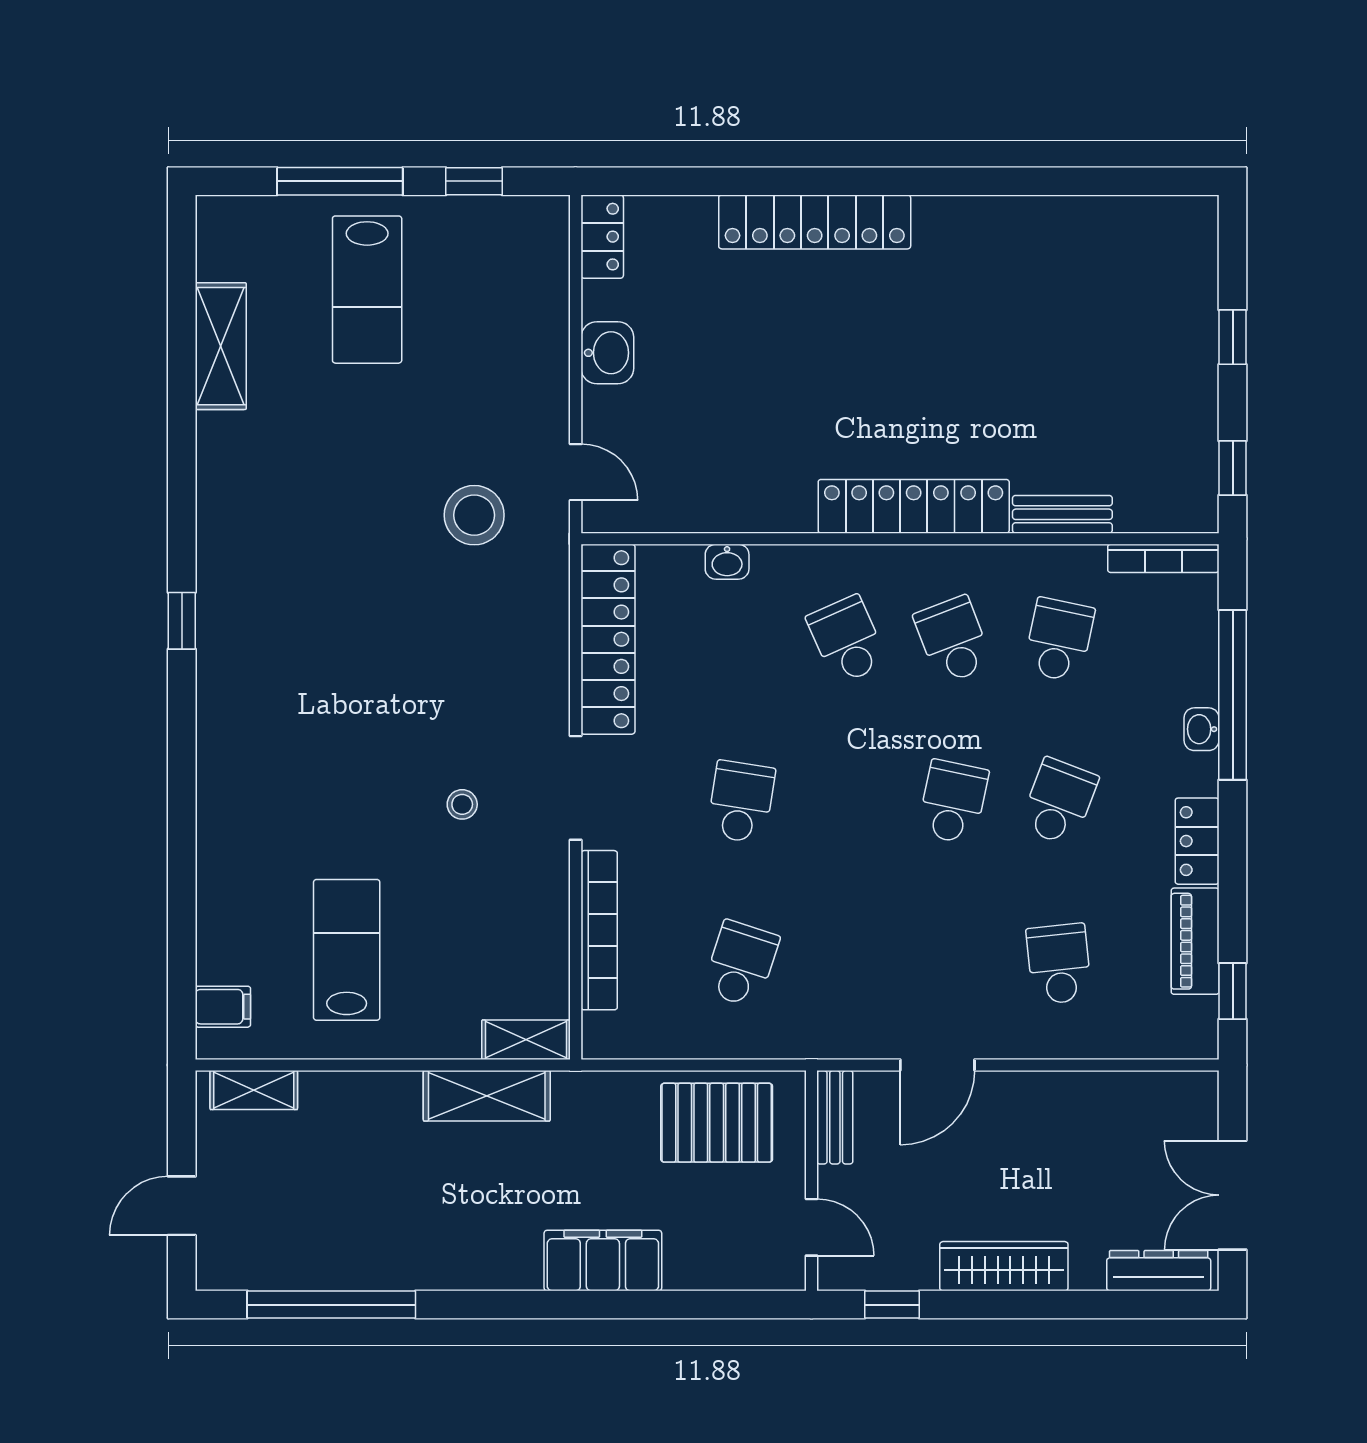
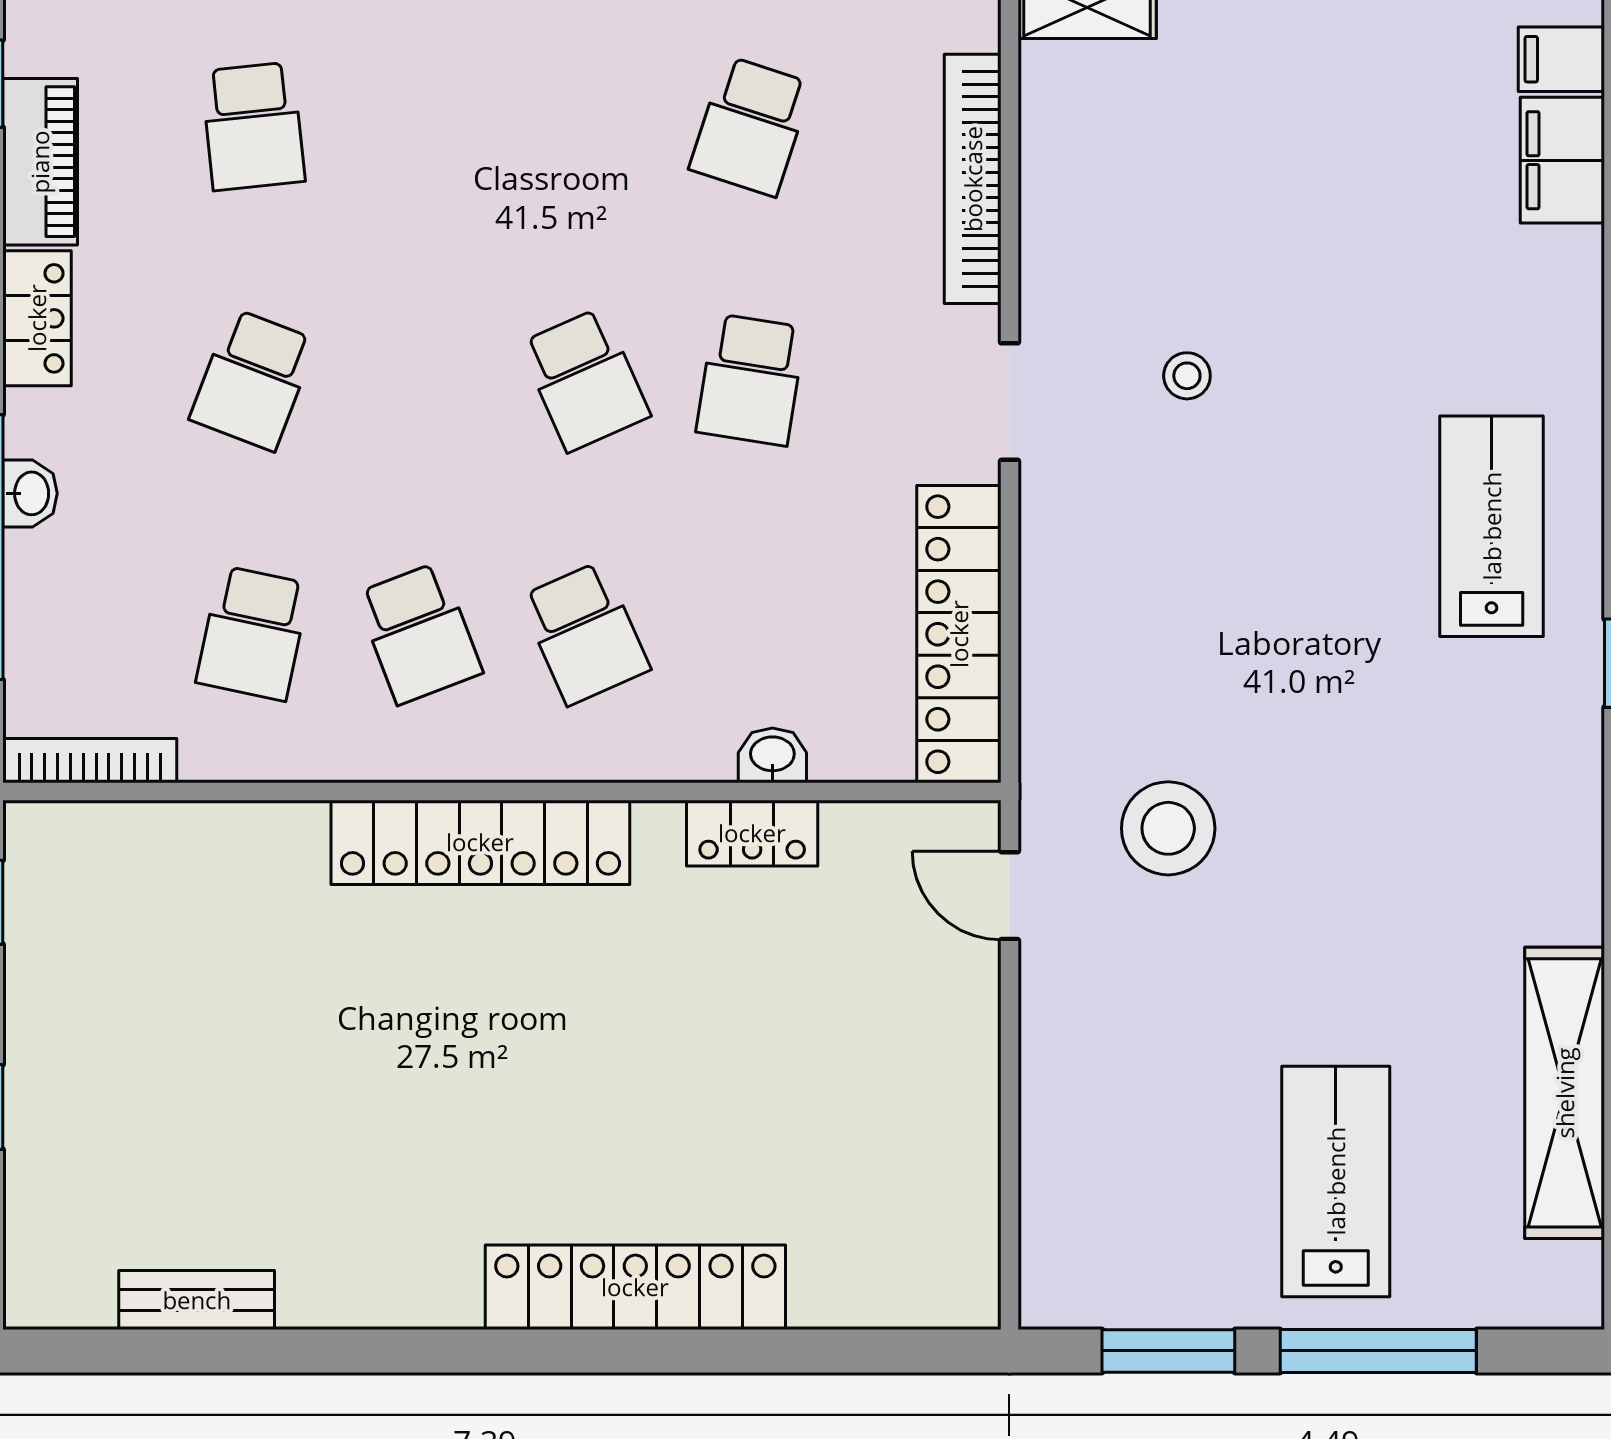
window: (474, 181) -> (1168, 1351), width x1.50
locker: (602, 237) -> (752, 833), moved, turned -90
shelving: (221, 346) -> (1565, 1093), width x1.47
washbasin: (607, 353) -> (960, 1082), removed
bench: (1062, 514) -> (197, 1300), moved
doorway: (576, 788) -> (1009, 402), width x0.73
school desk: (953, 802) -> (585, 380), moved, turned -36
filing cabinet: (222, 942) -> (1562, 160), added
lab bench: (347, 950) -> (1492, 526), moved, turned 180

